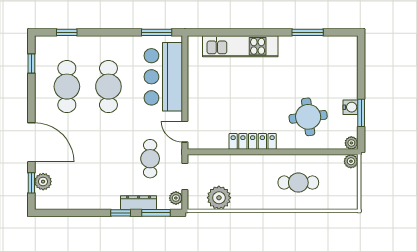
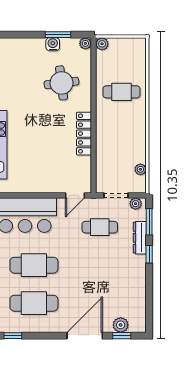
cafe table: (298, 183) -> (121, 92), turned 90
plant: (219, 198) -> (140, 169), width x0.53, depth x0.53

